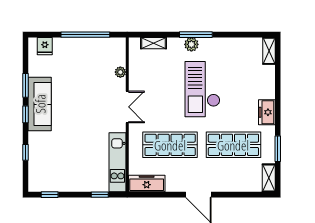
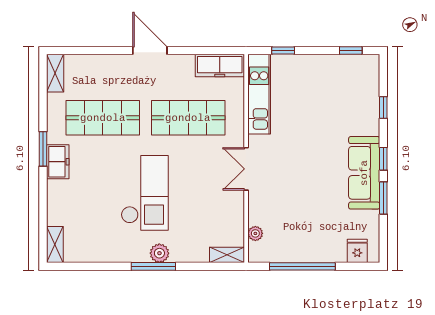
shelving: (153, 43) -> (227, 255), moved
plant: (120, 72) -> (255, 233), moved
window: (278, 149) -> (43, 149), moved

